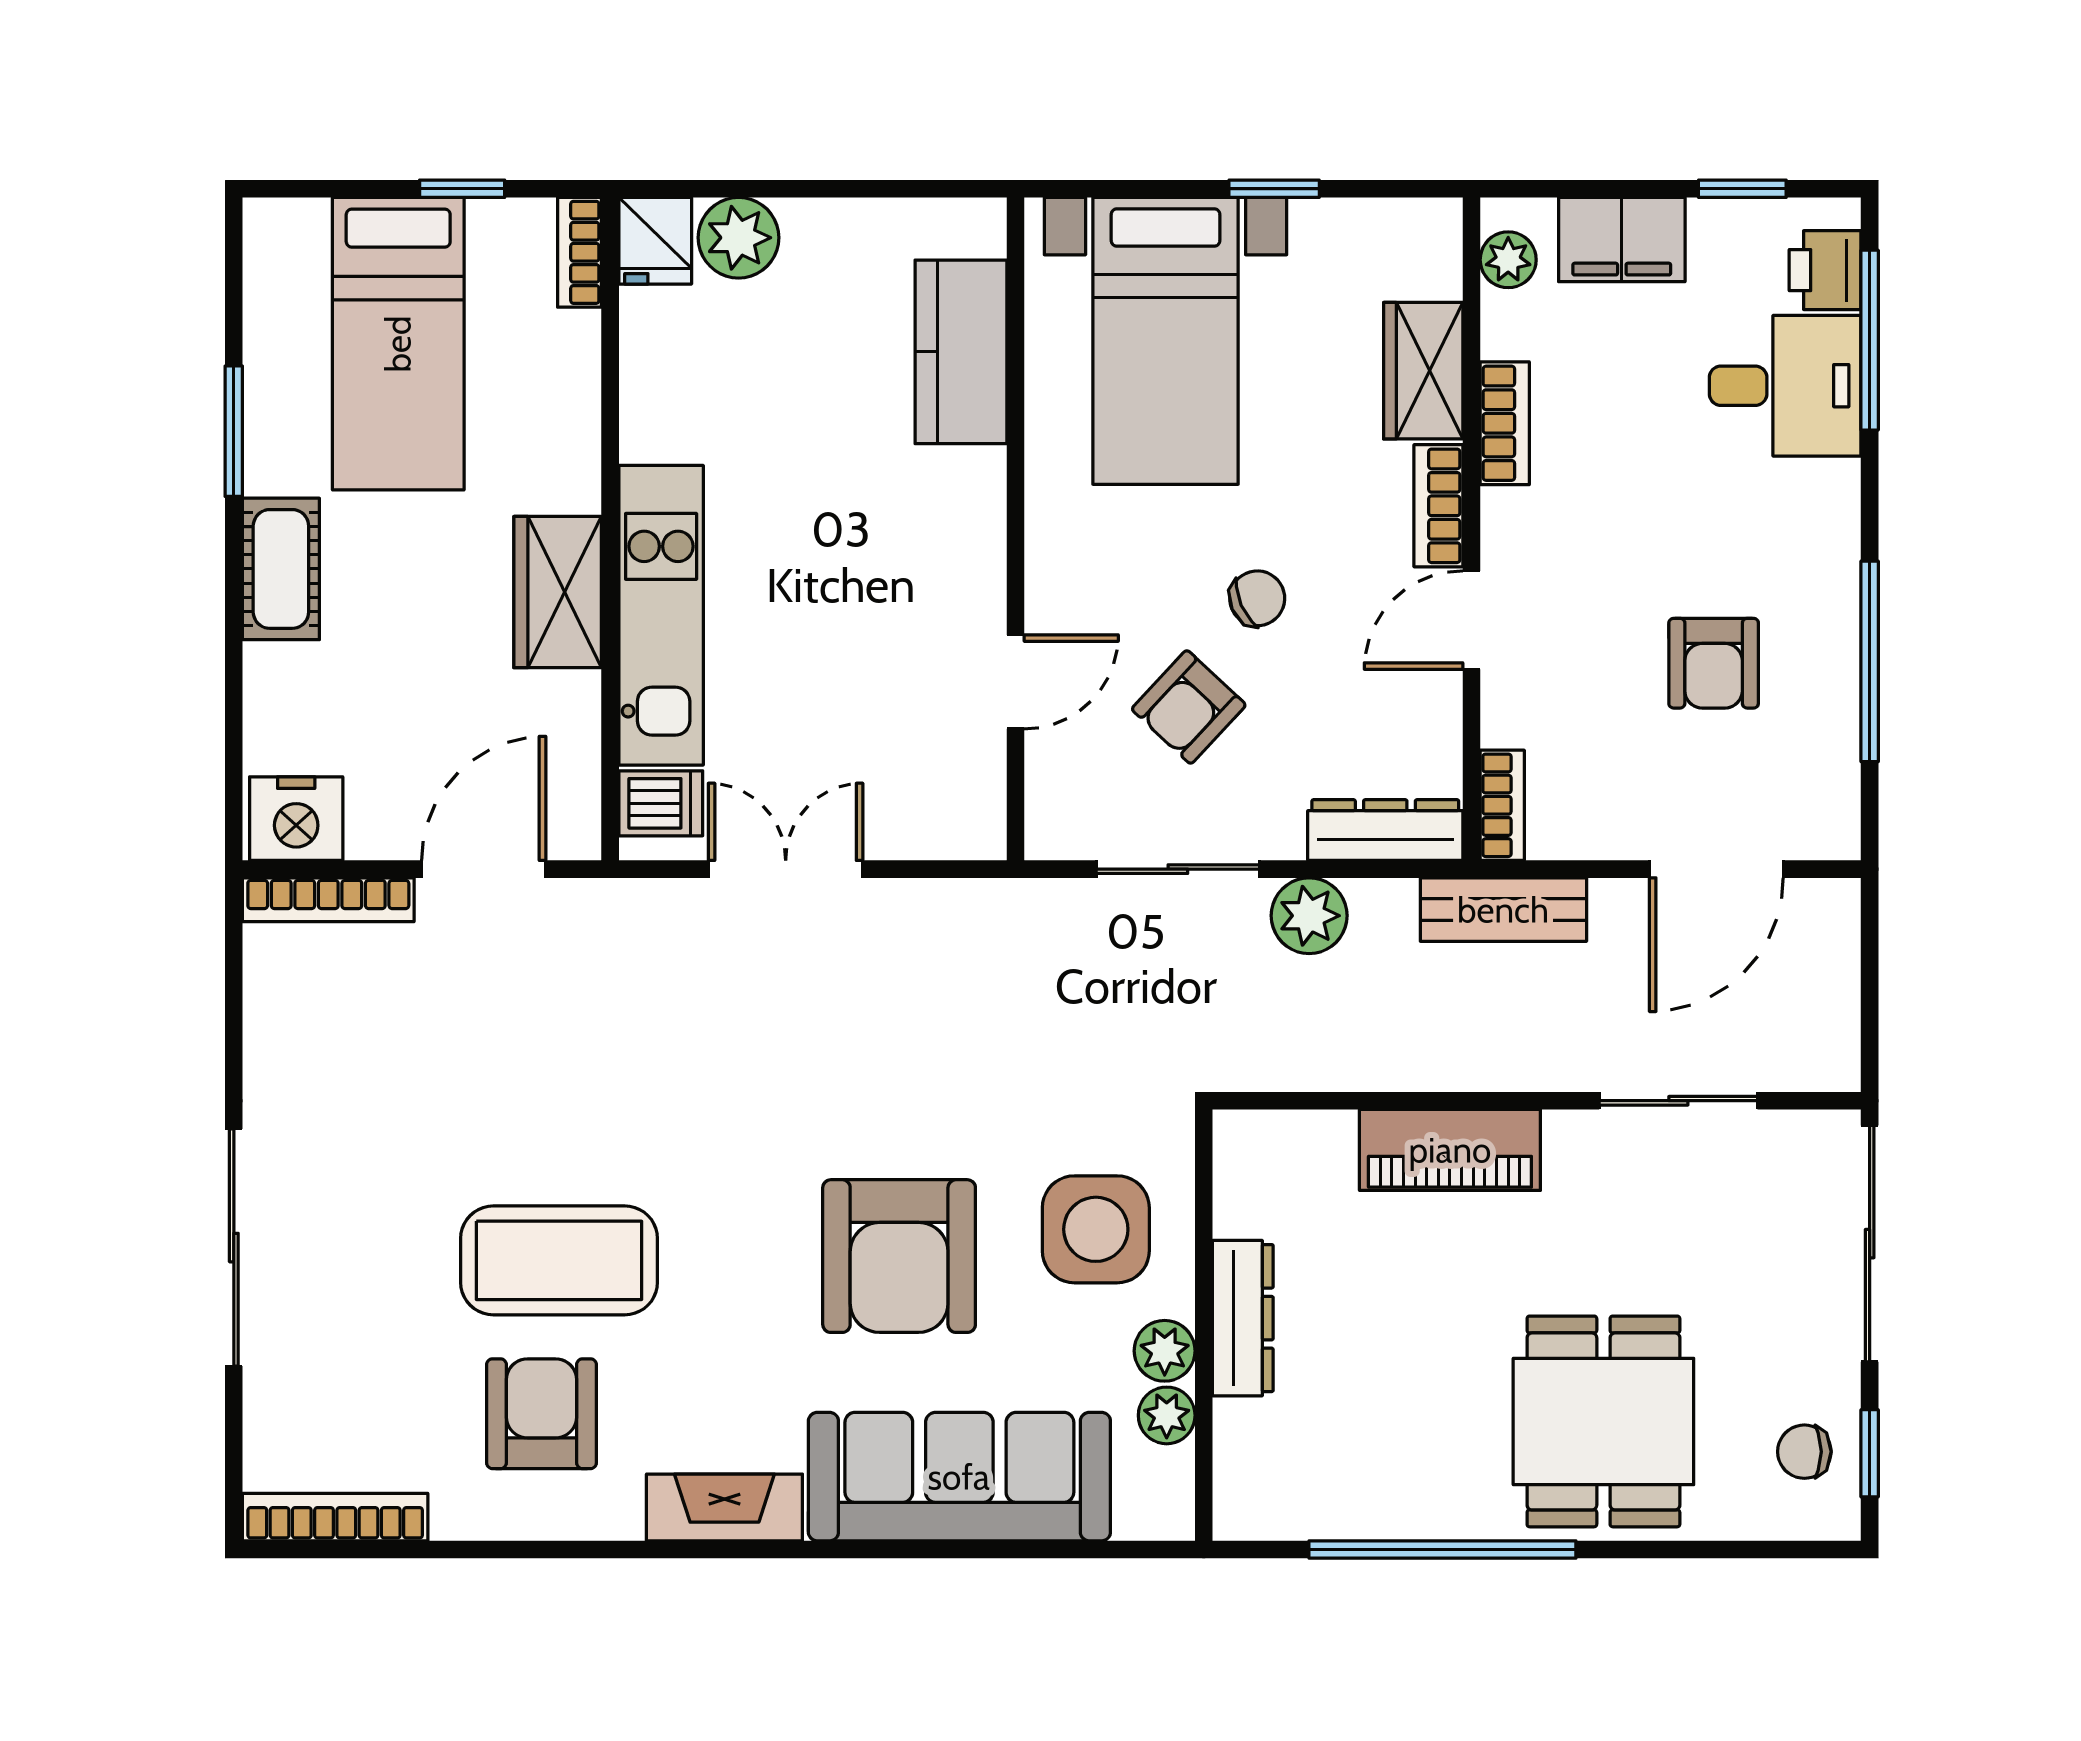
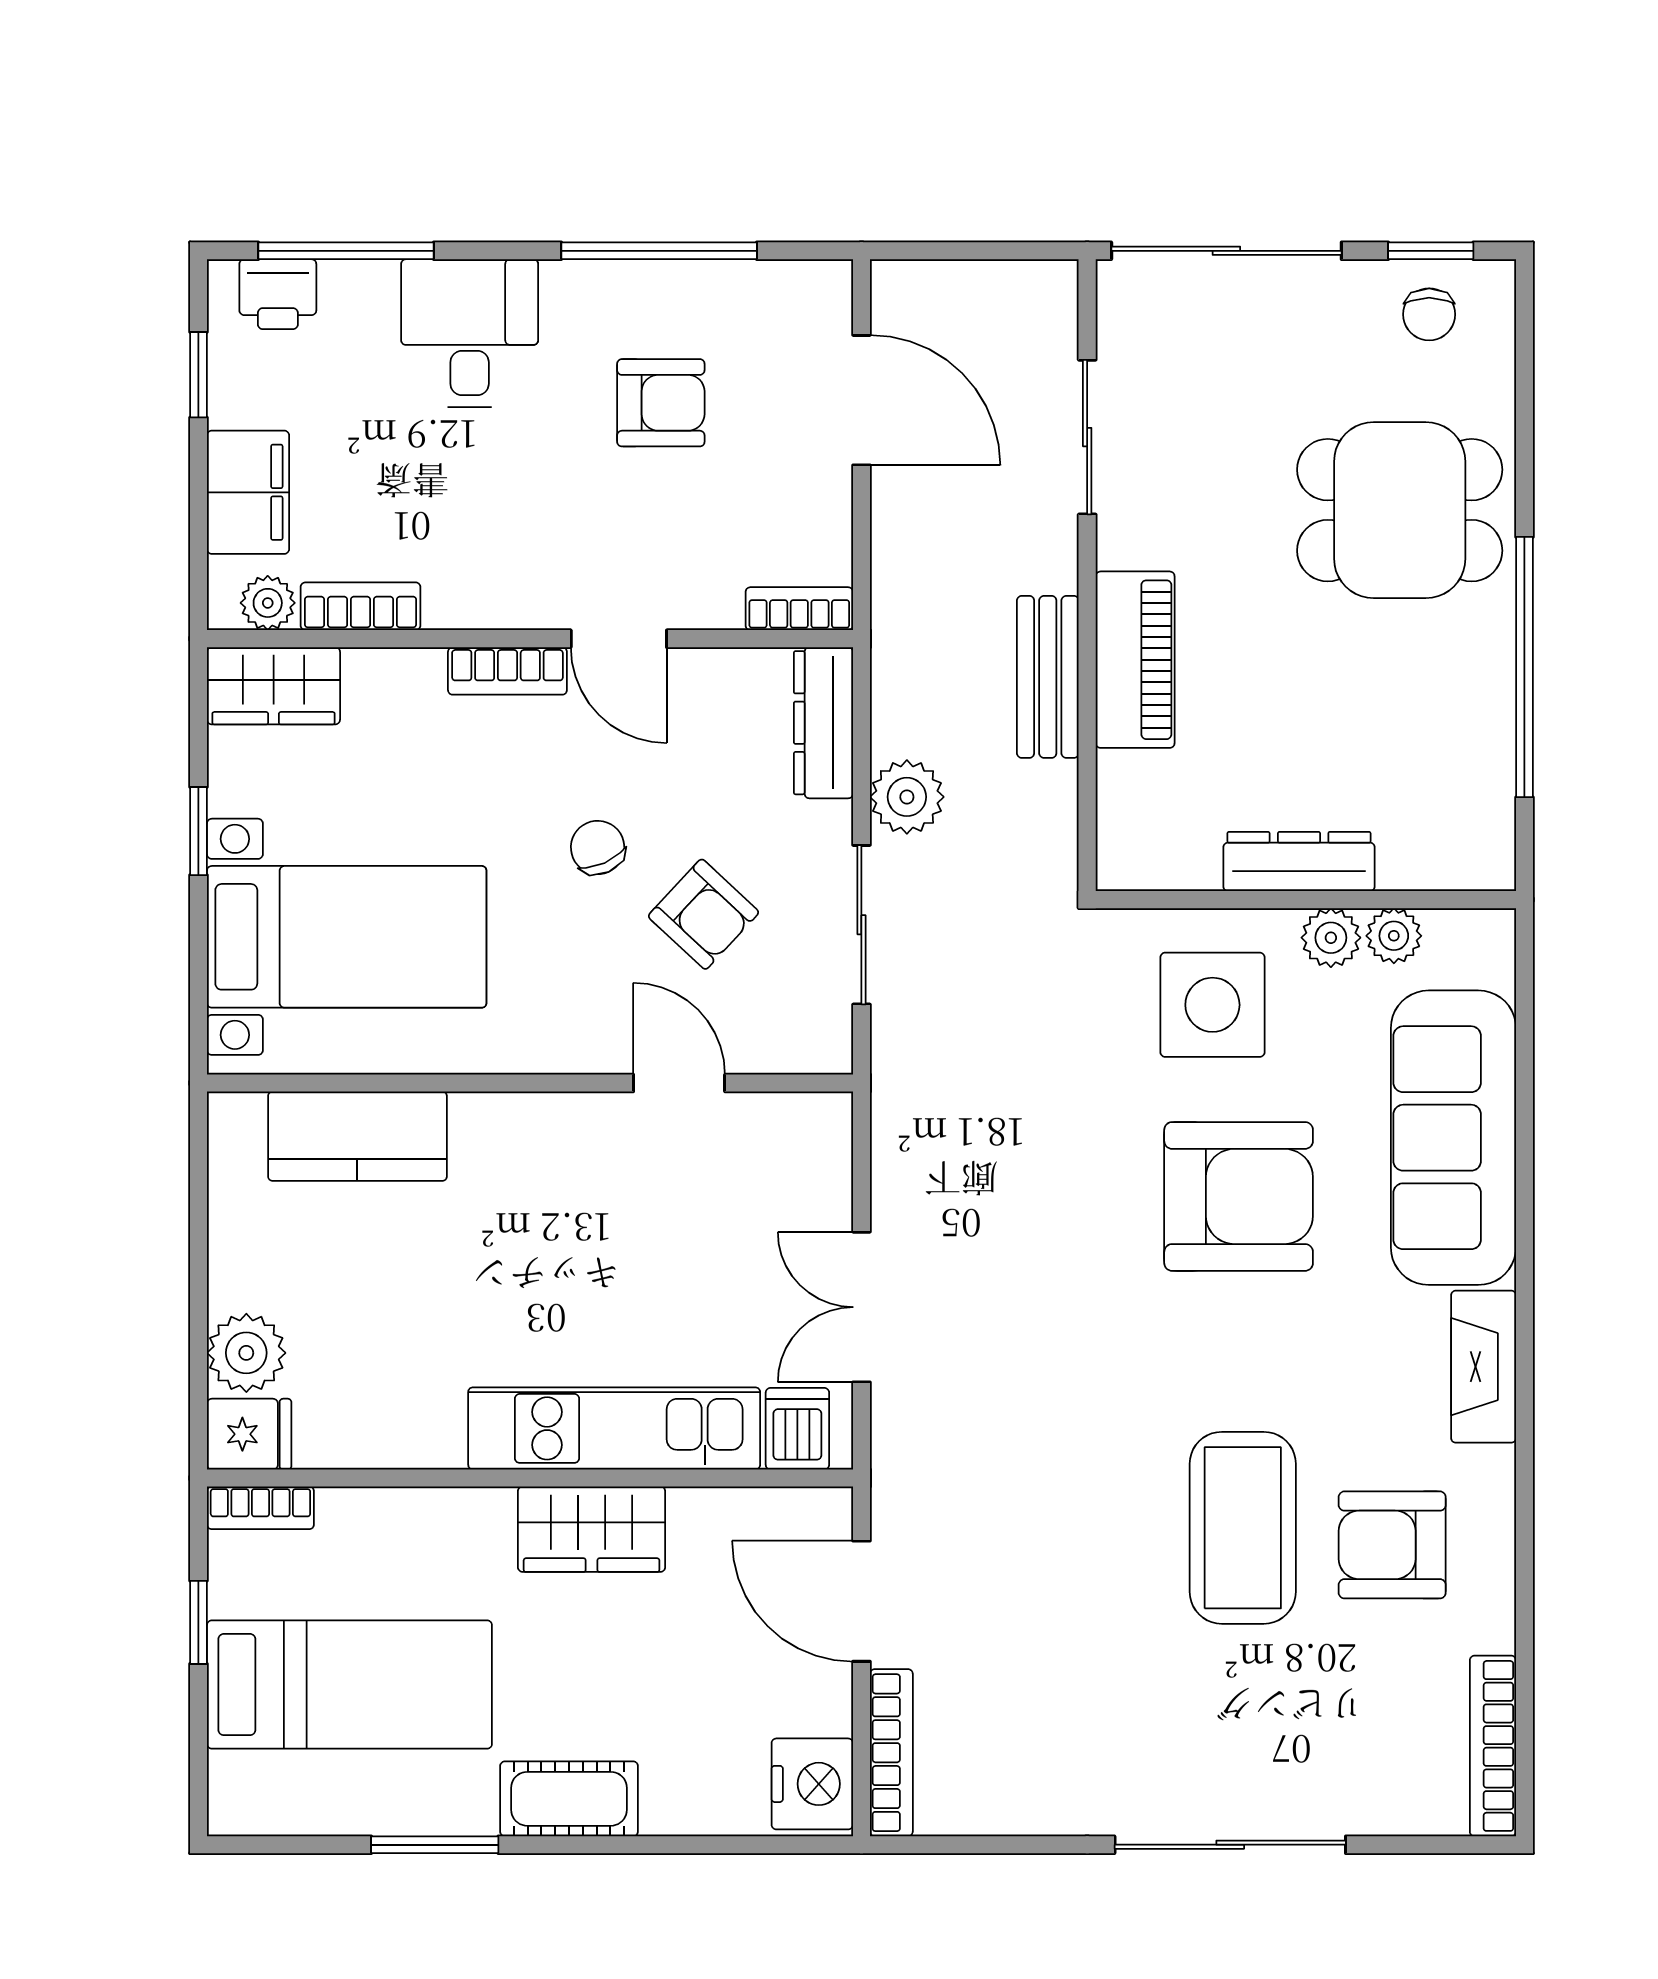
wardrobe: (1423, 371) -> (274, 686), moved
desk: (1785, 386) -> (470, 333), moved
bookcase: (1505, 423) -> (361, 606), moved
bench: (1503, 910) -> (1048, 677), moved

